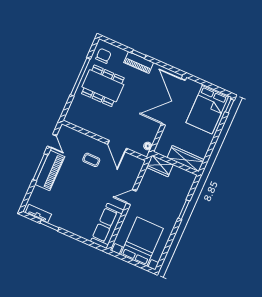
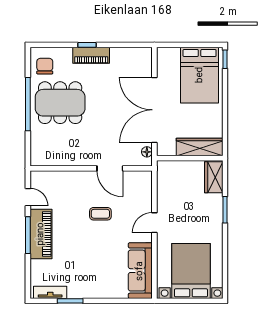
double door: (173, 102) -> (154, 110), moved
coffee table: (91, 160) -> (100, 214), moved
wardrobe: (160, 166) -> (214, 177), moved, turned 90

